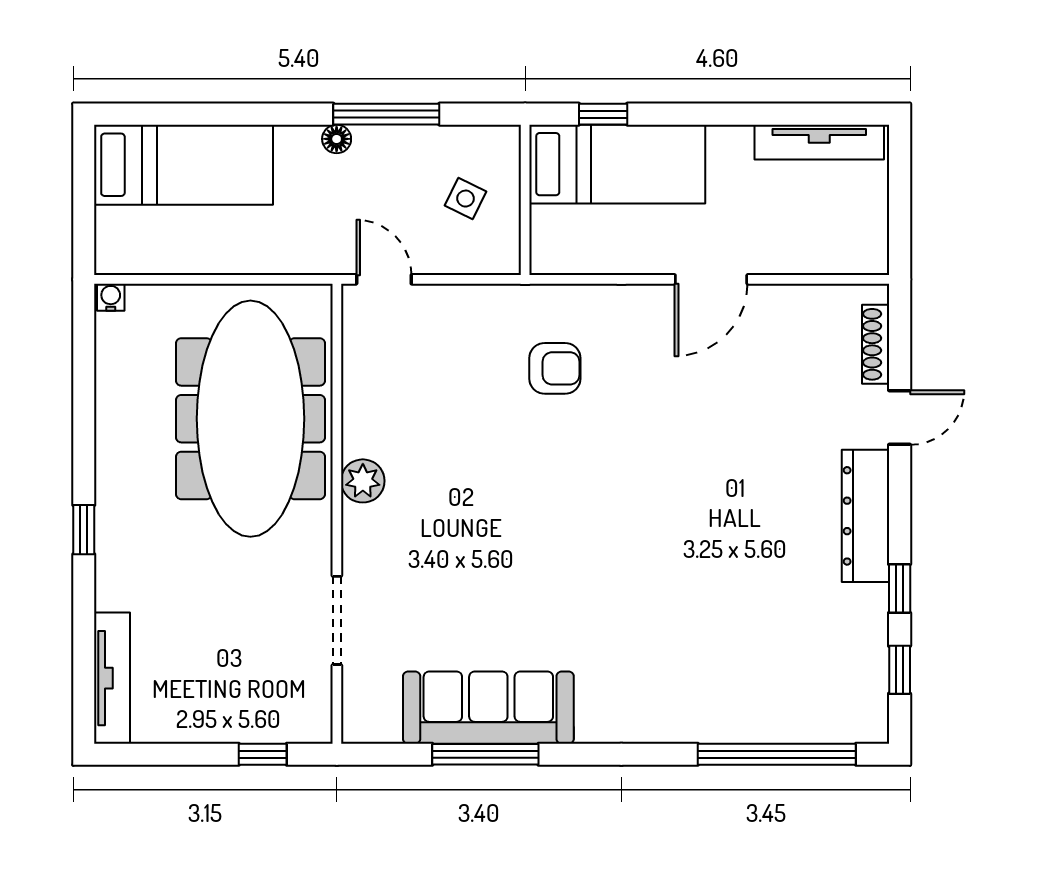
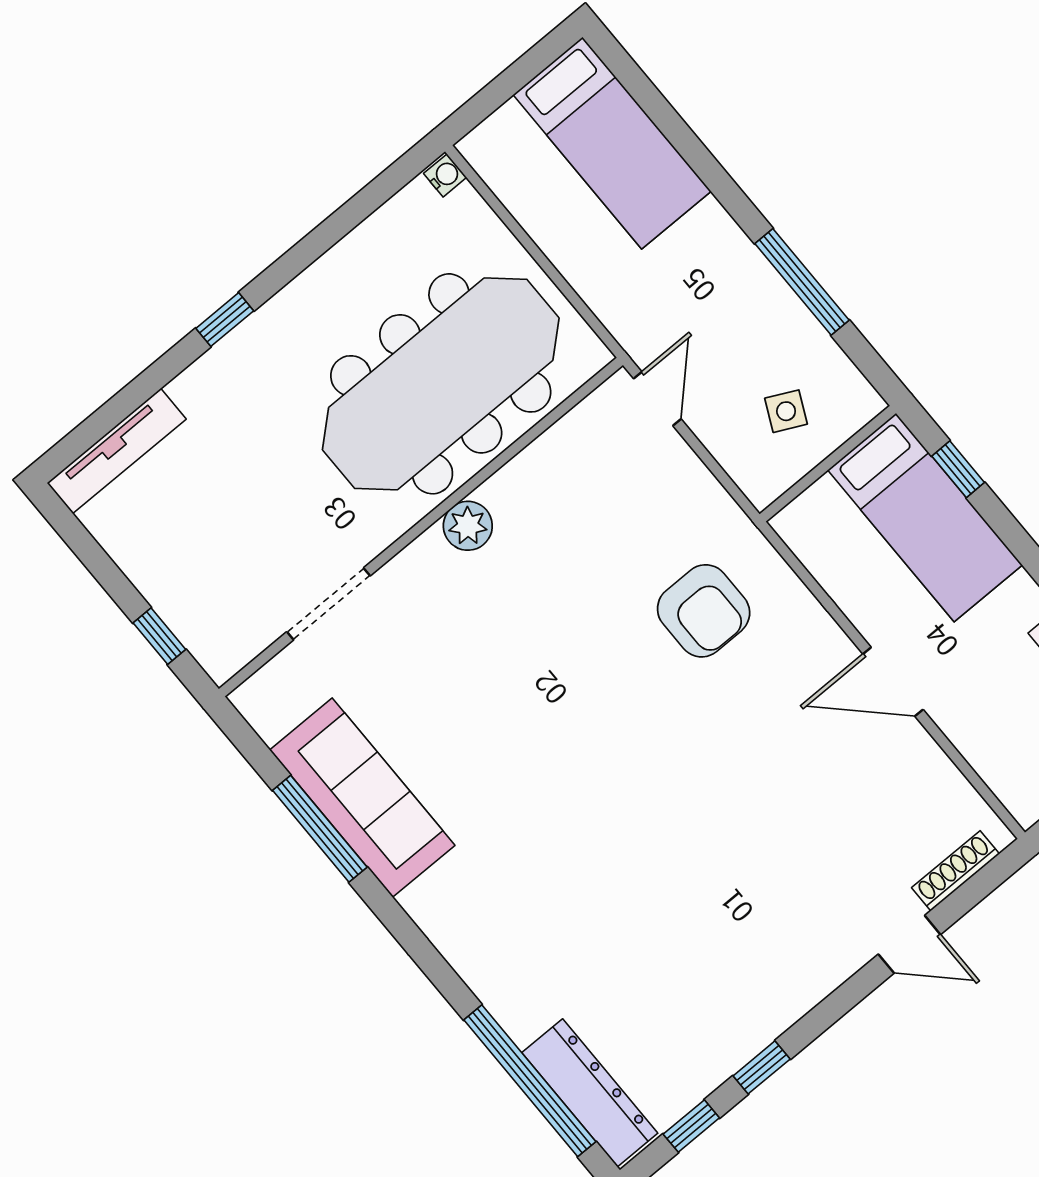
floor lamp: (337, 139) -> (745, 257), removed
armchair: (555, 368) -> (704, 611), width x1.38, depth x1.38
dresser: (866, 516) -> (590, 1093), moved, turned 90

